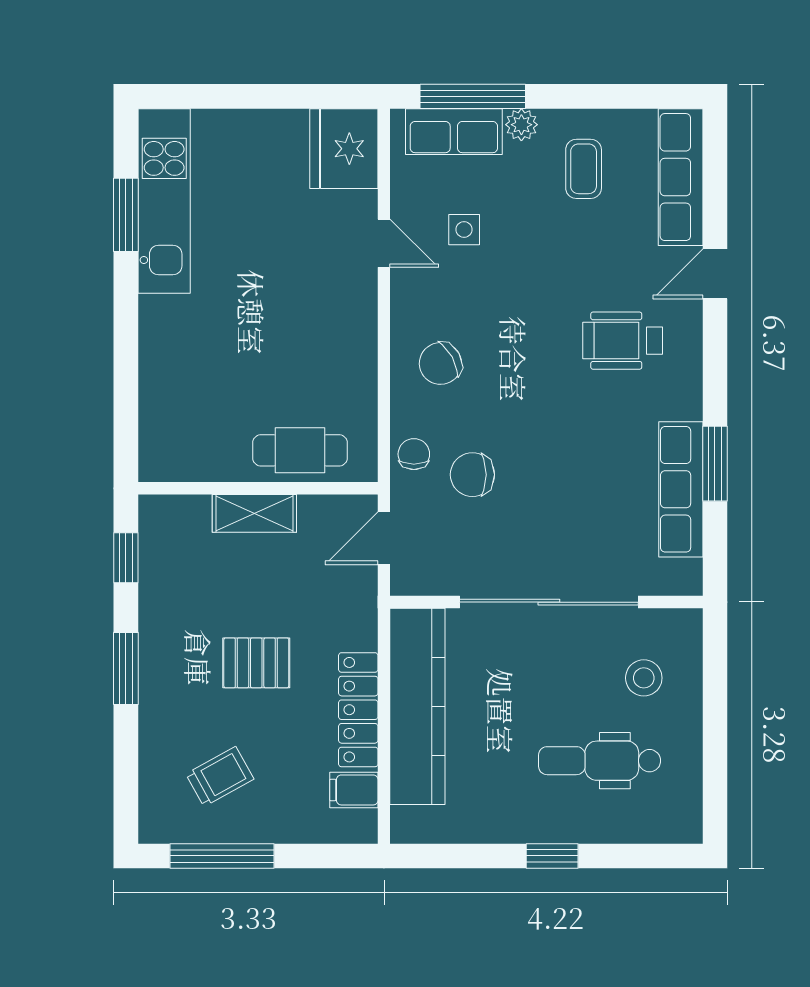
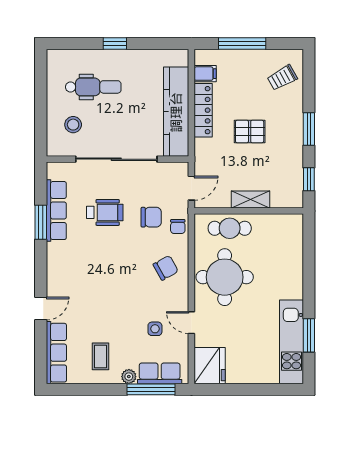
wheelchair: (623, 341) -> (105, 212), moved
round table: (311, 343) -> (225, 277), added
trolley: (220, 777) -> (282, 78), moved
window: (222, 856) -> (242, 44), moved

